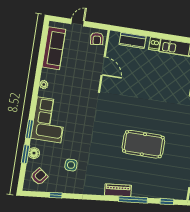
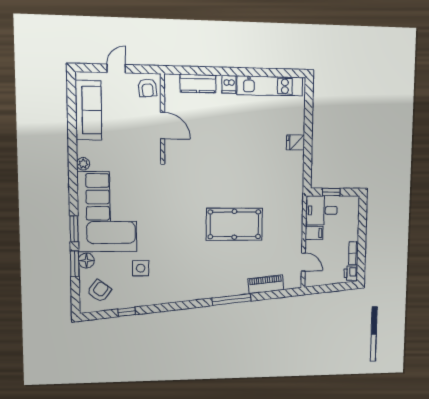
corner sofa: (49, 120) -> (107, 212), width x1.36, depth x1.36
piano: (118, 190) -> (266, 284), moved
window: (167, 202) -> (276, 294), removed

